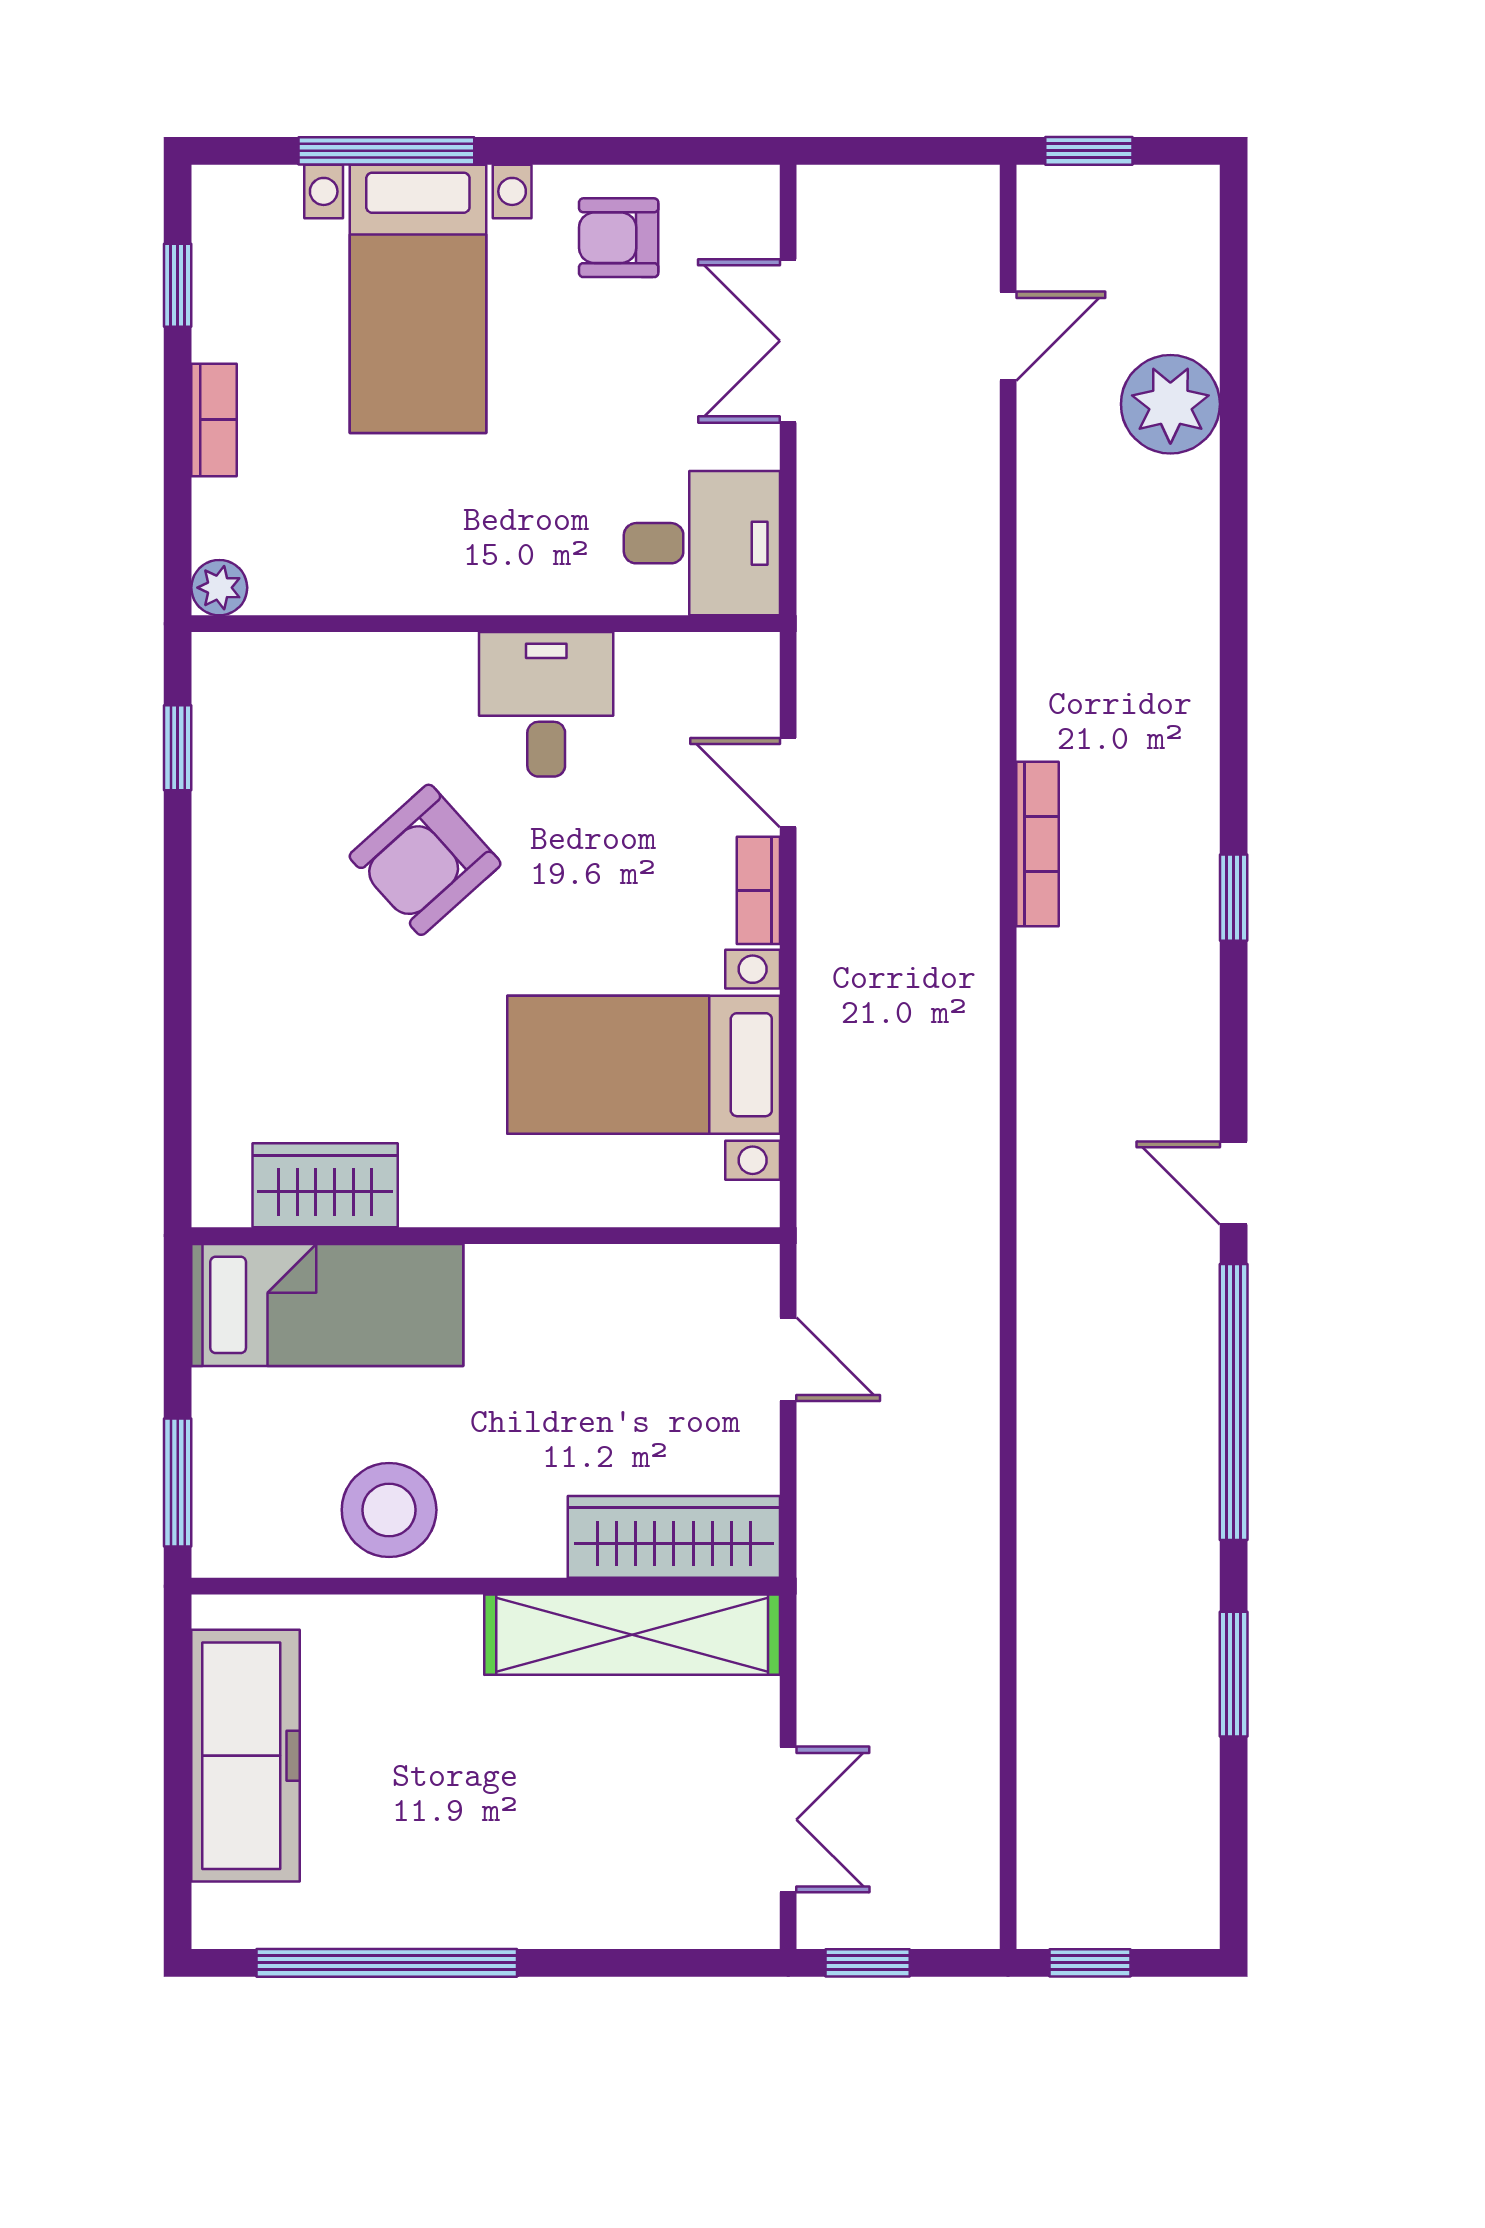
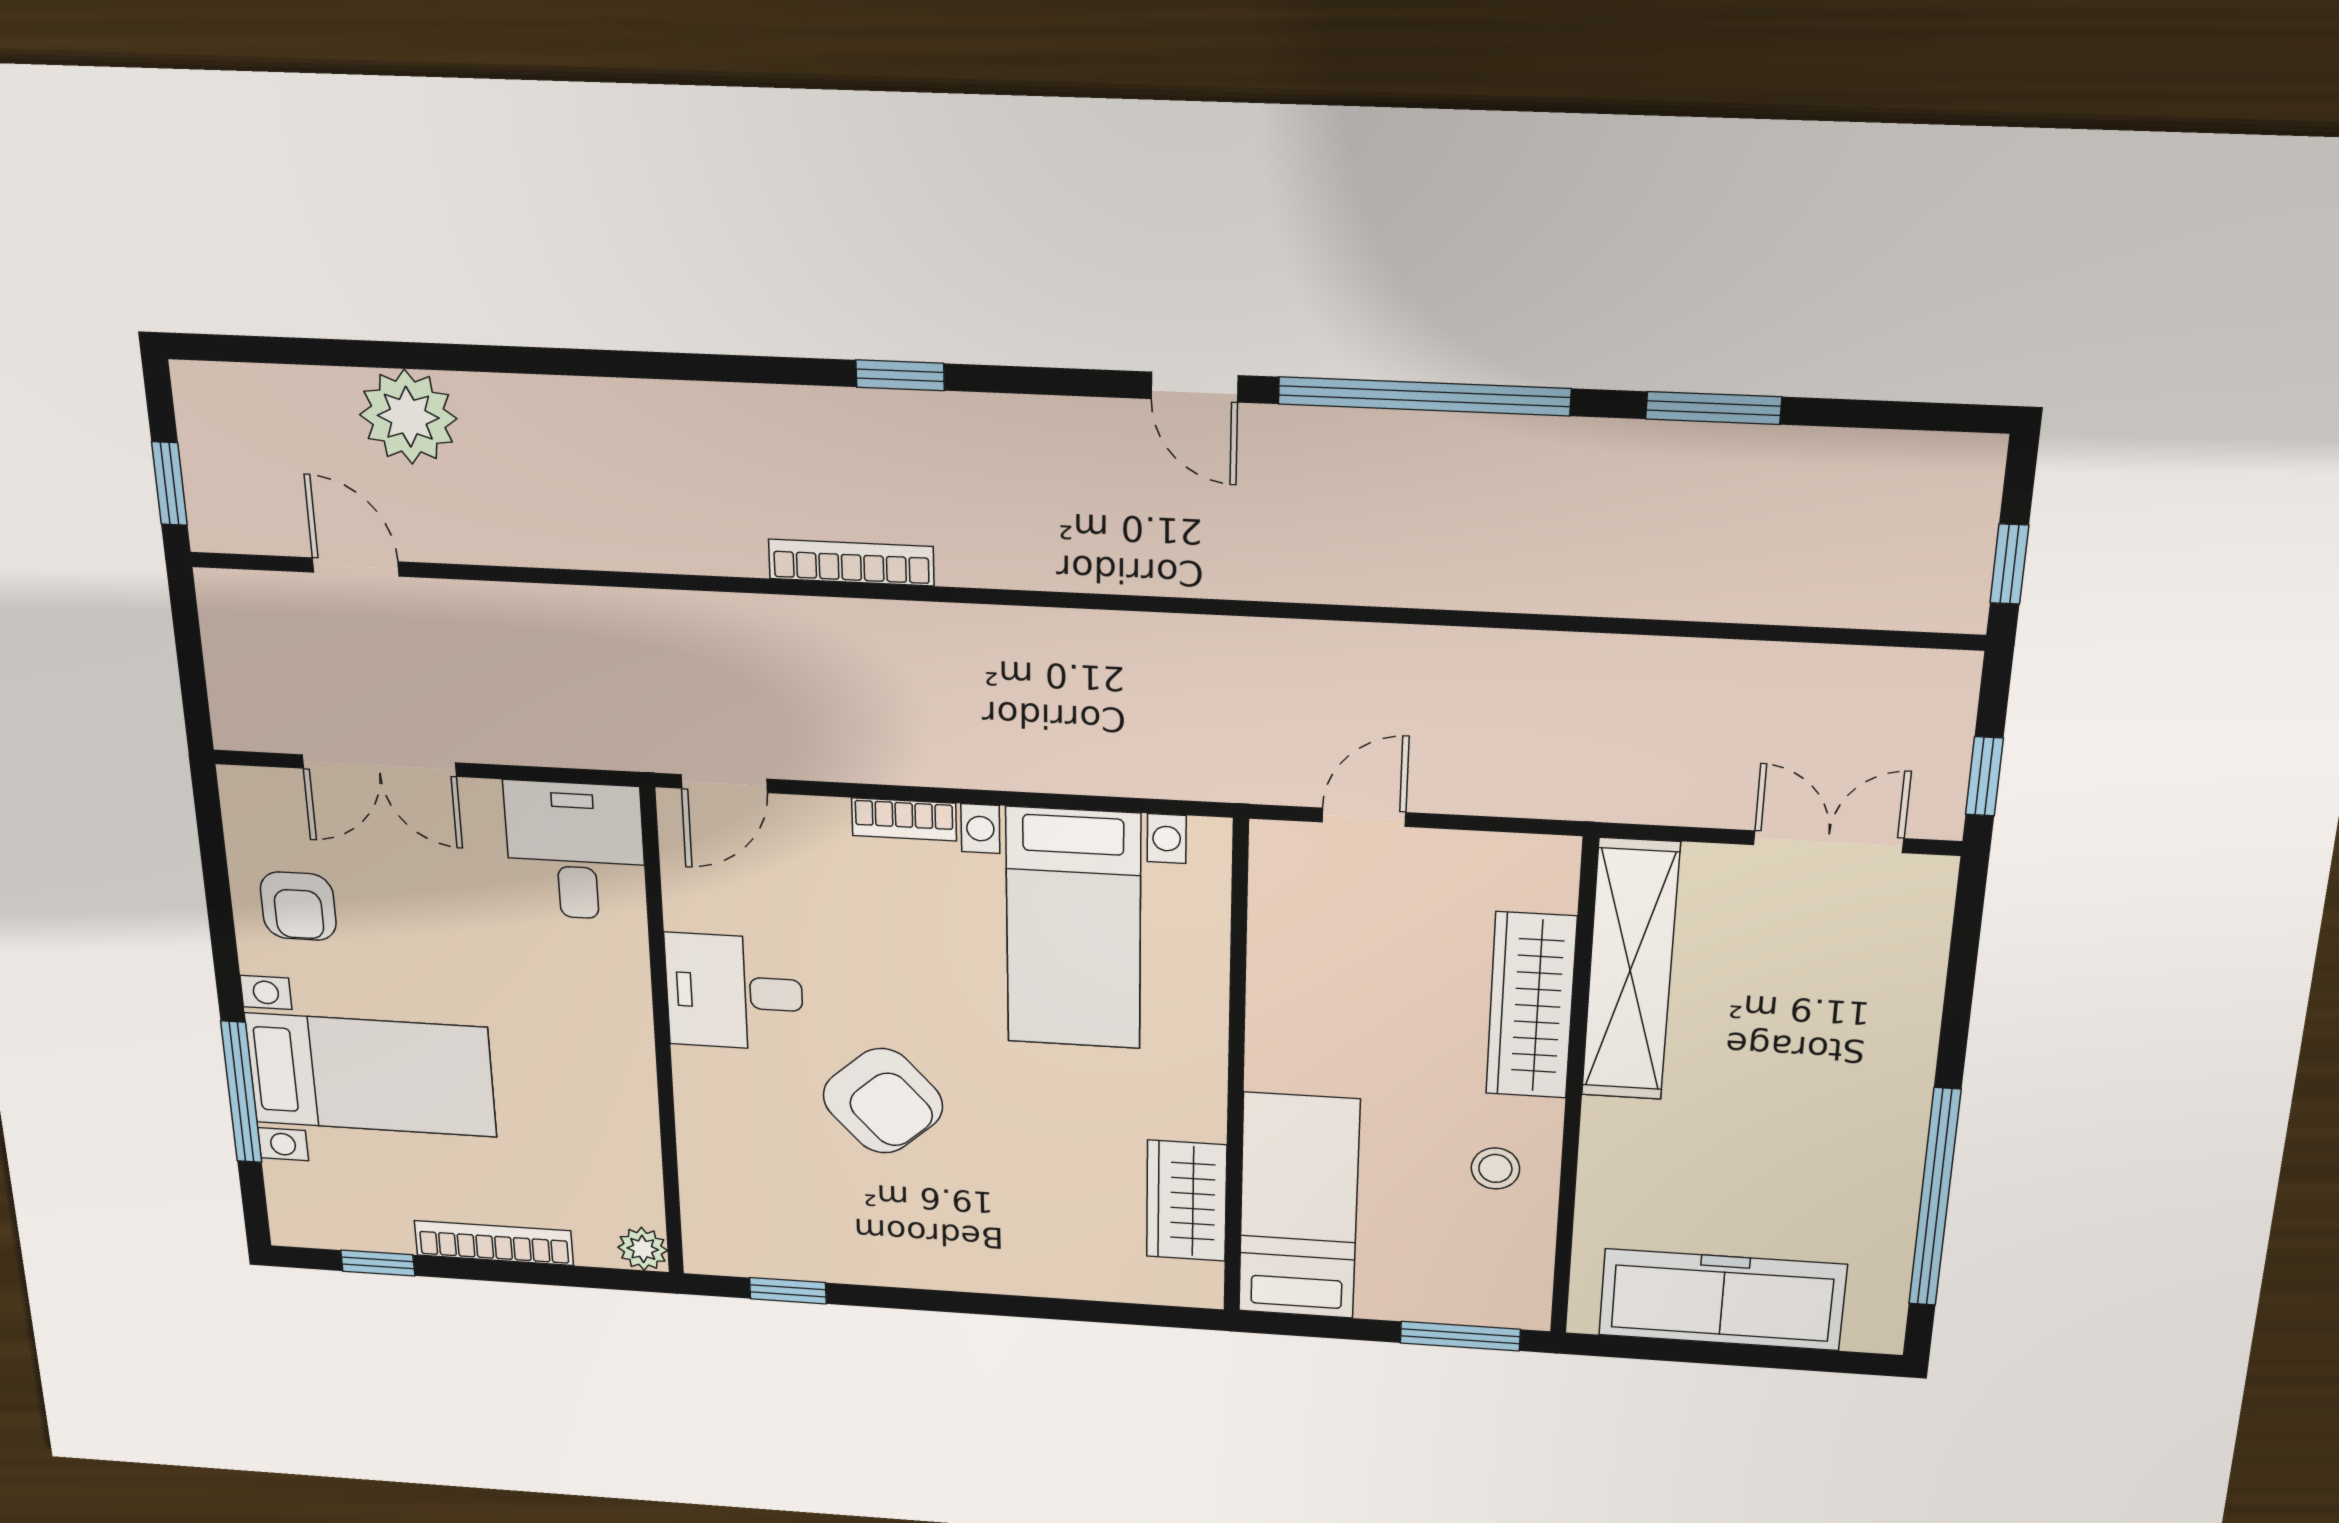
bookcase: (214, 420) -> (494, 1243), width x1.56
door: (788, 783) -> (724, 784), moved
door: (1234, 1183) -> (1195, 387), hinge flipped
stool: (389, 1510) -> (1495, 1168), width x0.53, depth x0.53
wardrobe: (674, 1537) -> (1531, 1006), moved

